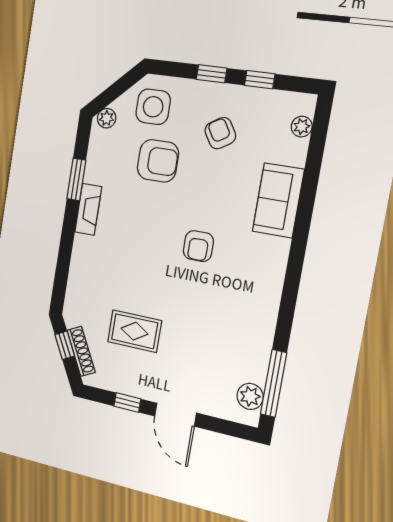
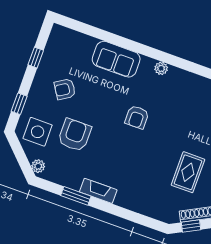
window: (212, 74) -> (19, 104), moved
plant: (302, 127) -> (161, 68), moved
armchair: (198, 246) -> (137, 117), turned 90

